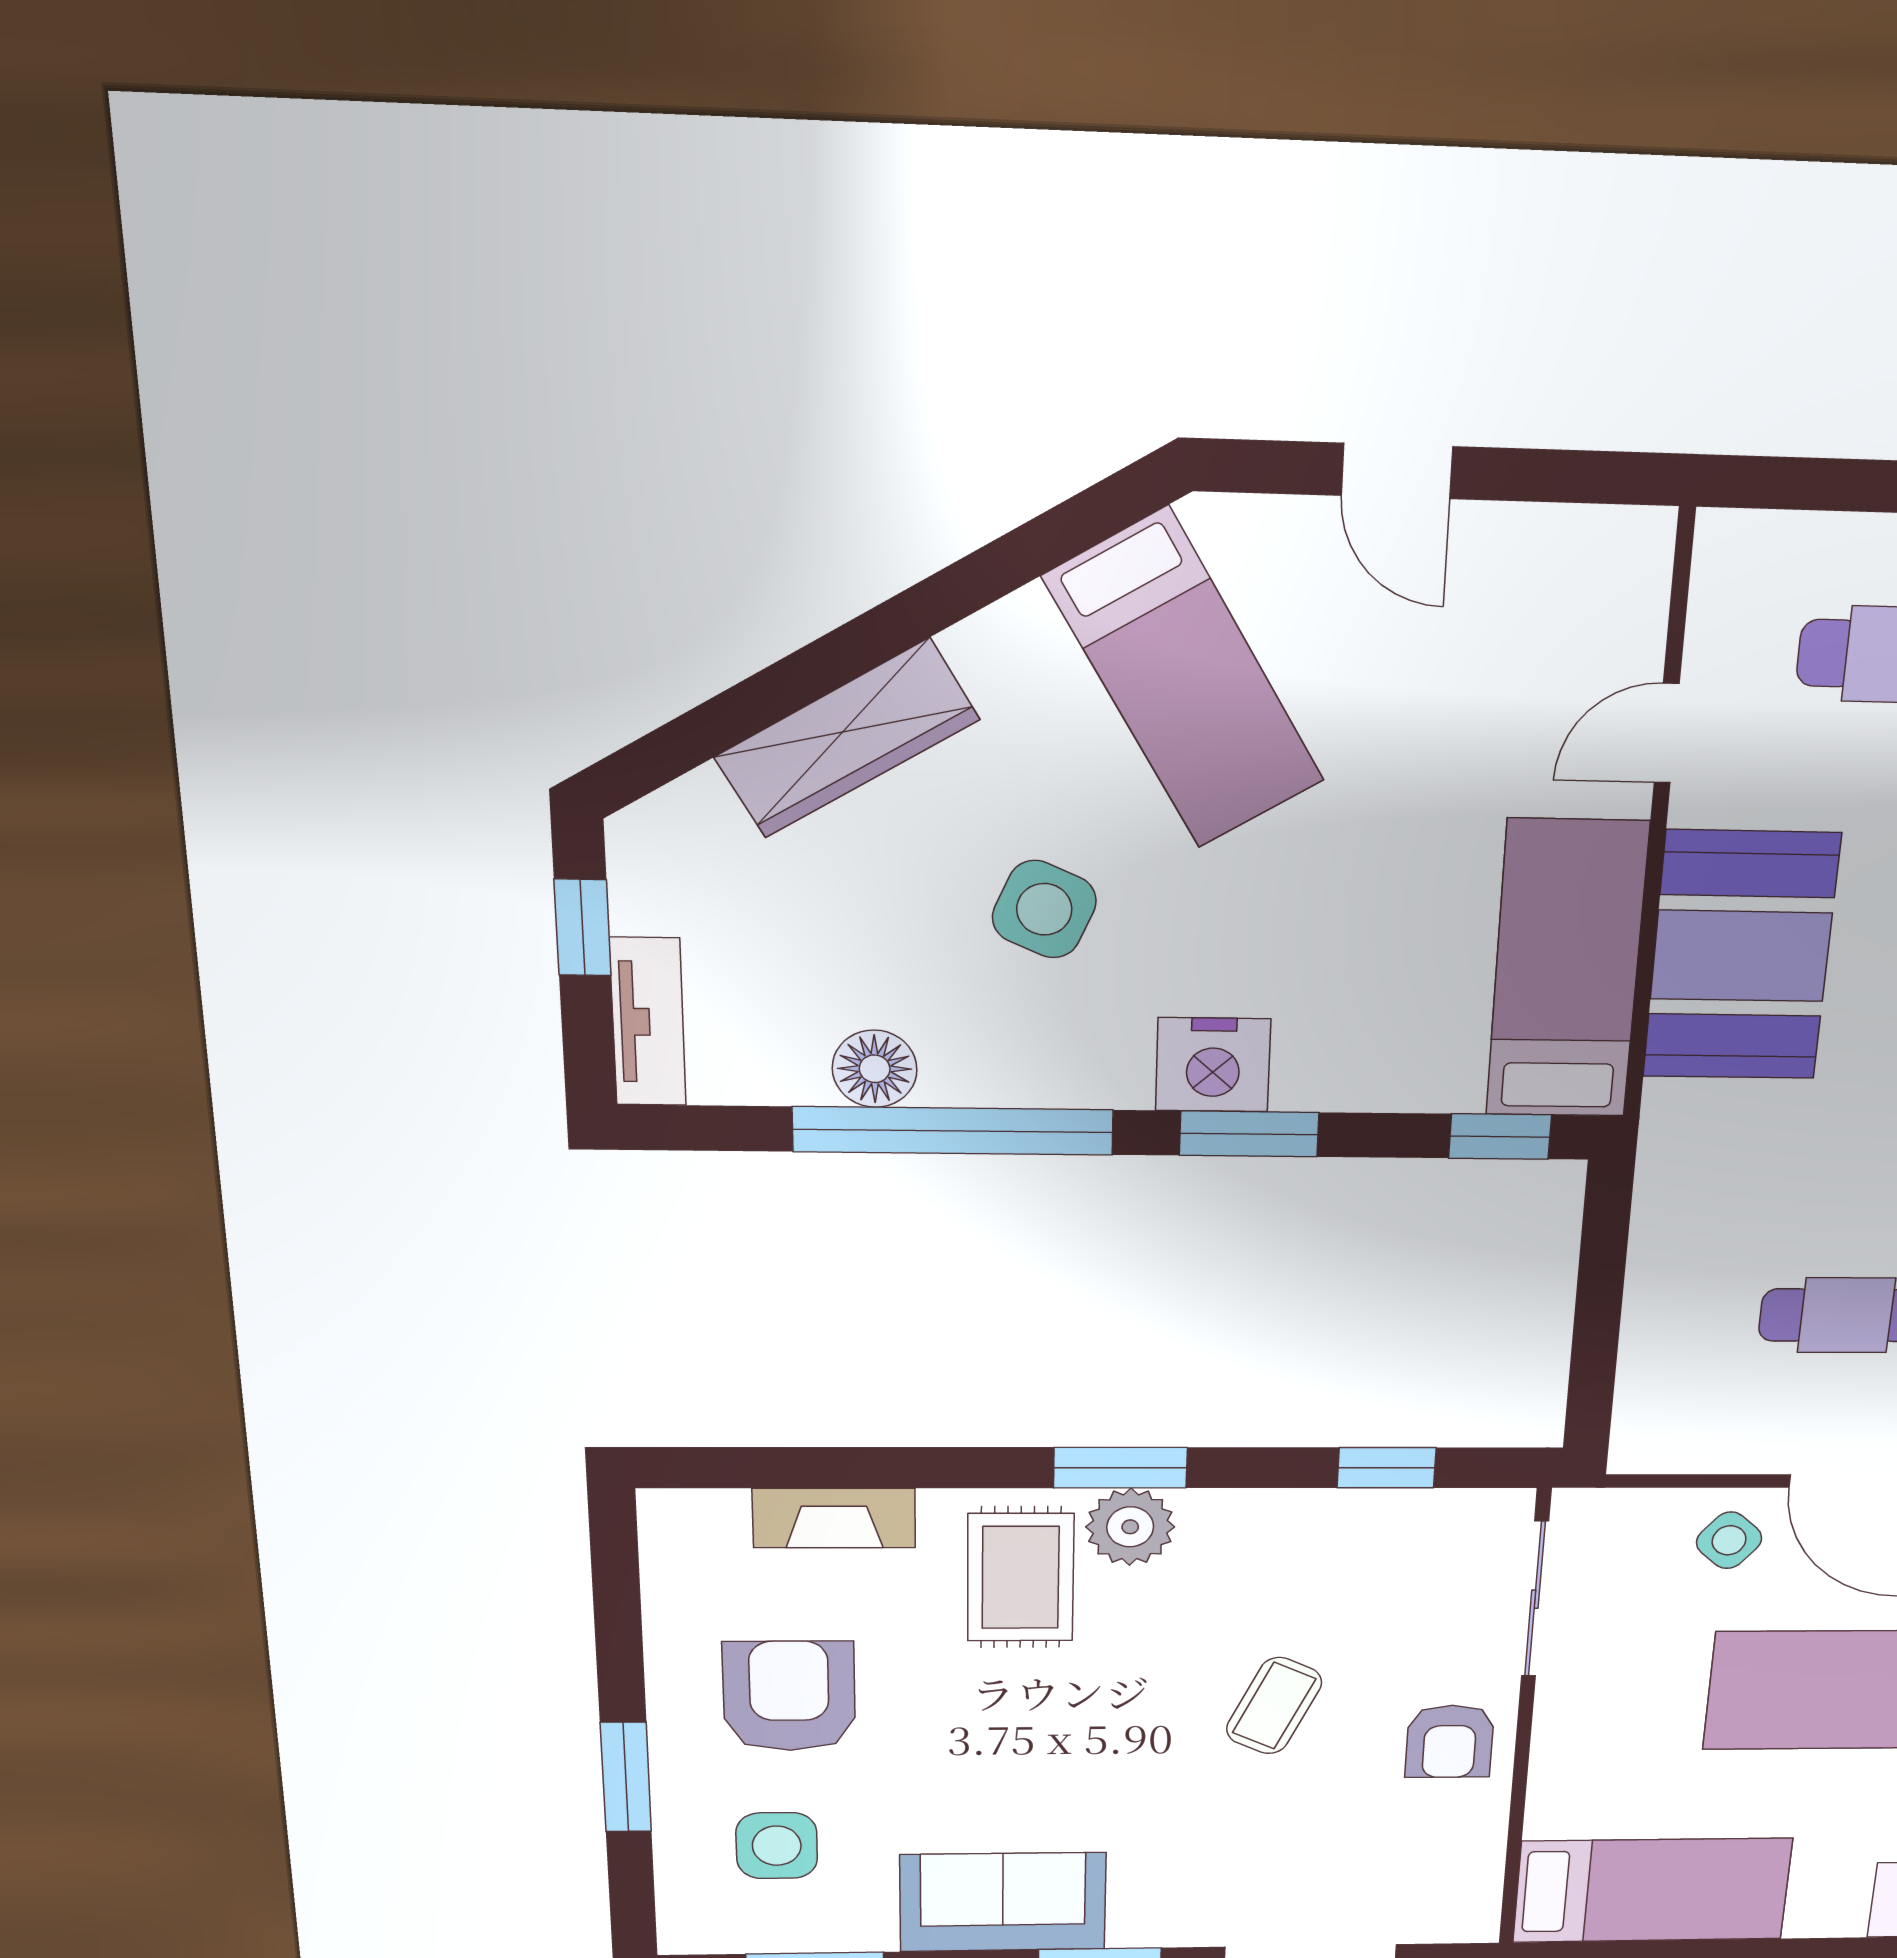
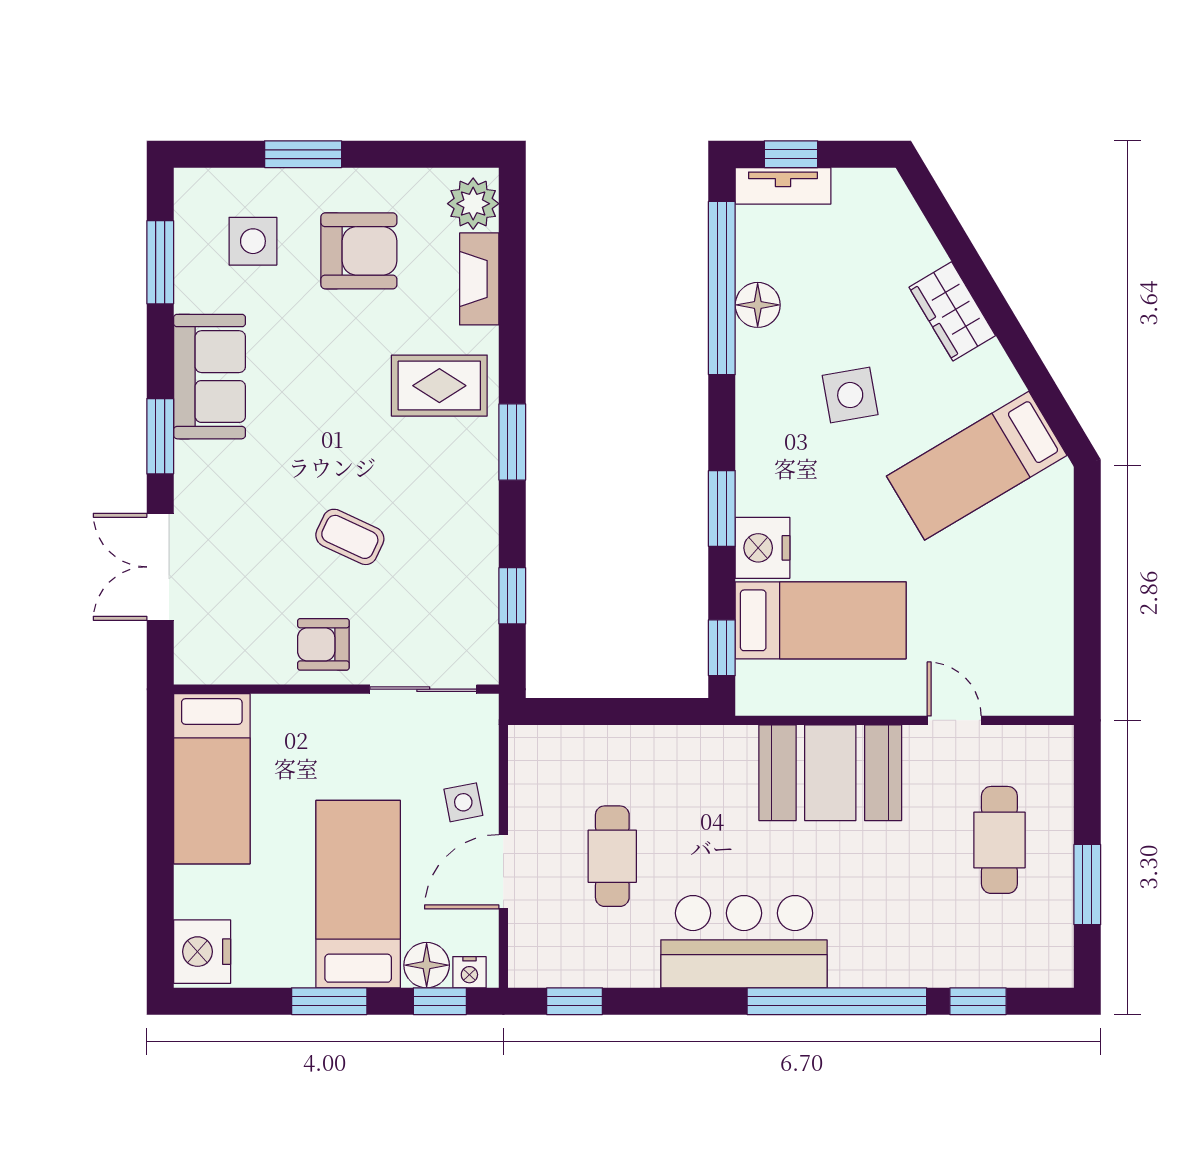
door: (1397, 471) -> (1087, 570), removed
wardrobe: (847, 738) -> (952, 311), width x0.67
side table: (1044, 909) -> (850, 395), turned -34
window: (583, 928) -> (791, 154), moved
bed: (1567, 970) -> (821, 620), moved
nightstand: (1213, 1065) -> (763, 548), moved
window: (953, 1131) -> (722, 288), moved
plant: (1130, 1527) -> (473, 204), moved
side table: (1729, 1540) -> (463, 802), turned 38

